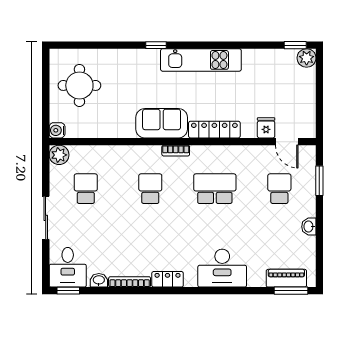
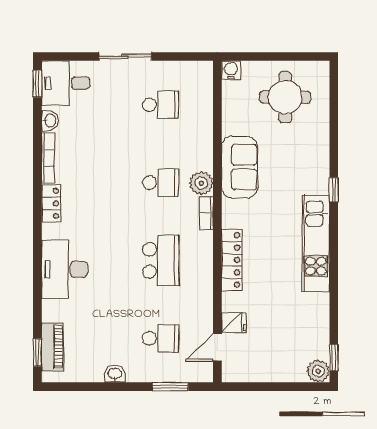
sofa: (162, 123) -> (239, 167), moved
plant: (59, 155) -> (201, 183), moved
window: (291, 291) -> (37, 352), width x0.67

